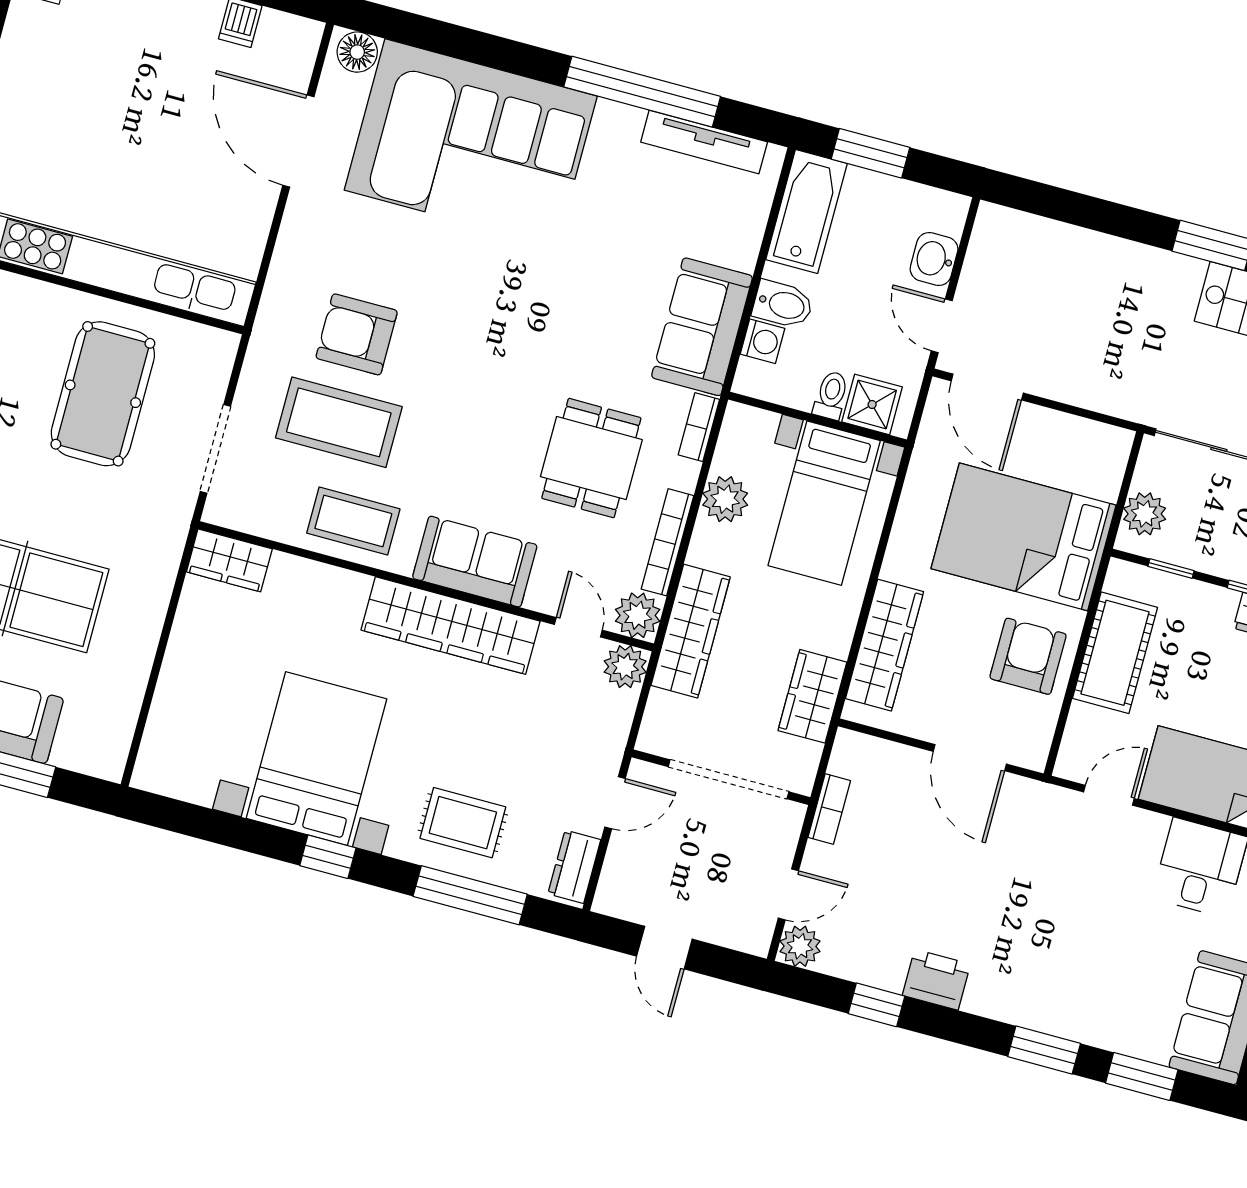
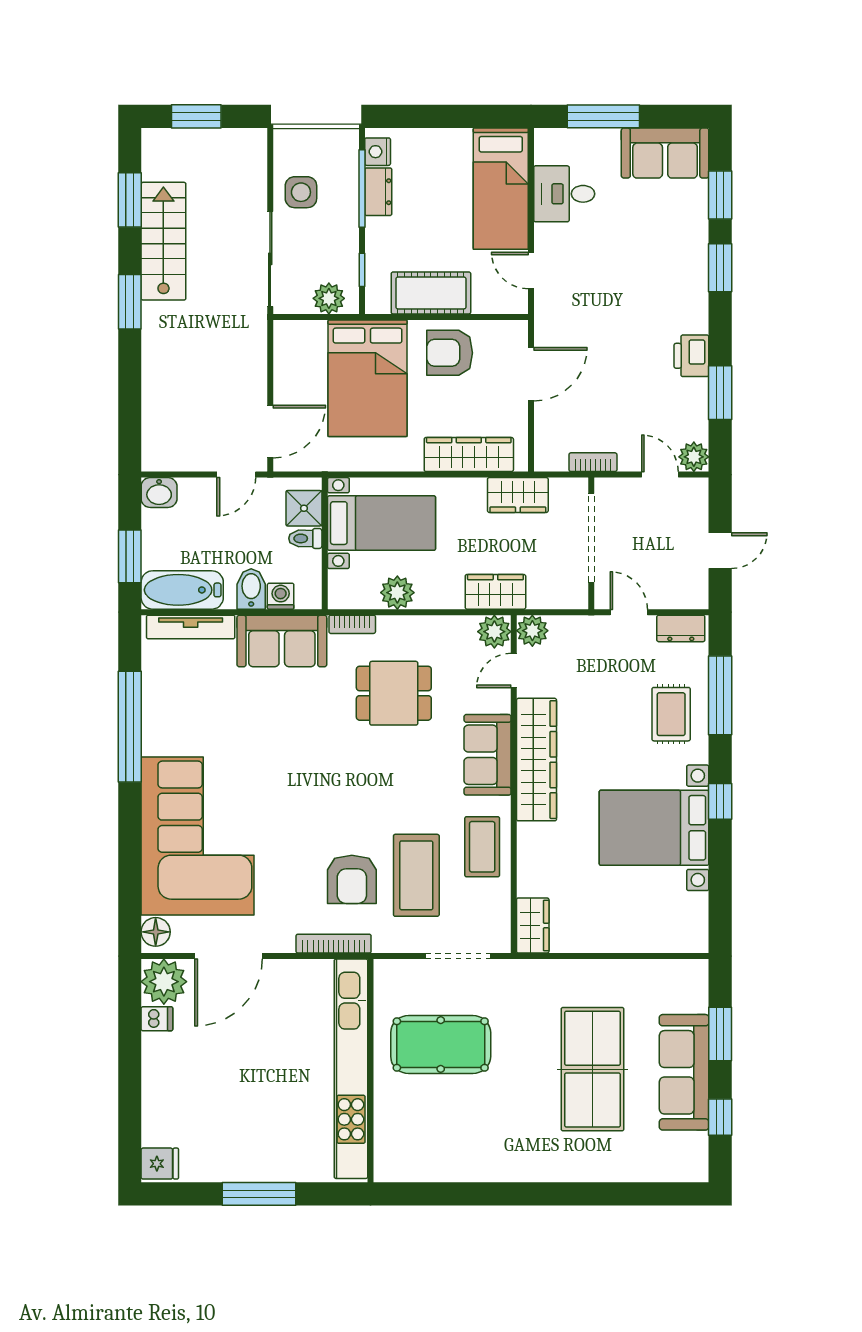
plant: (288, 45) -> (164, 982), added
tv unit: (704, 142) -> (191, 627), moved, turned 90
washbasin: (934, 259) -> (159, 493), moved
bookcase: (667, 542) -> (334, 944), moved, turned 180
wardrobe: (691, 631) -> (495, 592), width x0.67
window: (877, 1005) -> (720, 393), width x1.50

